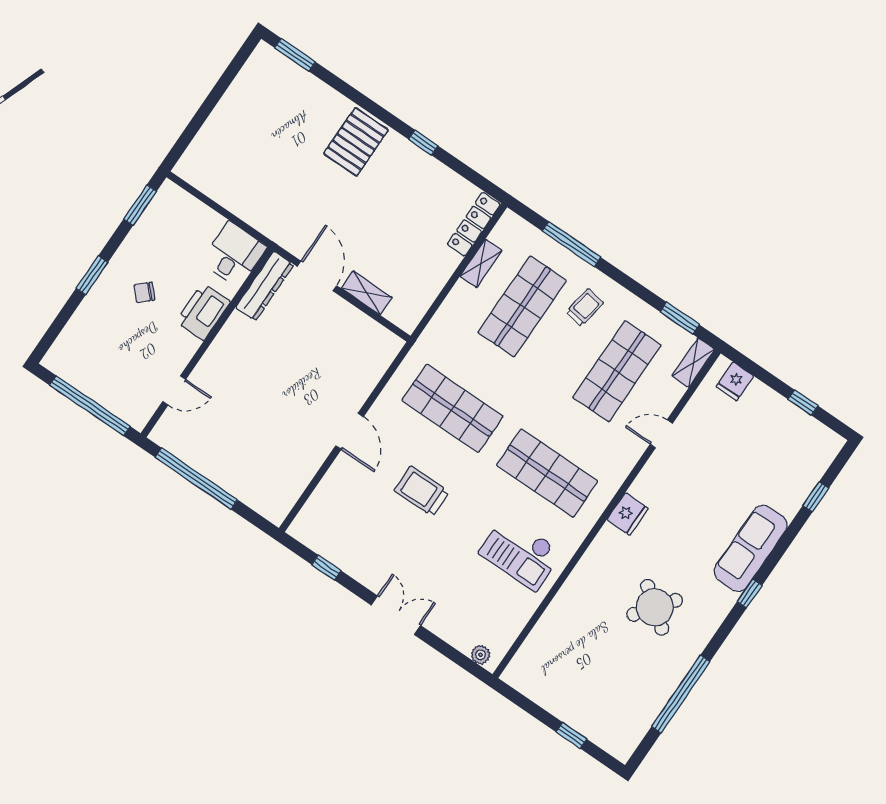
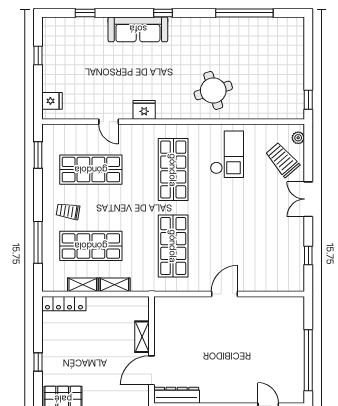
shelving: (693, 362) -> (114, 285), moved
trolley: (422, 491) -> (282, 160), moved, turned 139
fridge: (628, 514) -> (144, 110), moved
round table: (655, 607) -> (213, 90), moved, turned 36
window: (571, 735) -> (308, 100), moved

